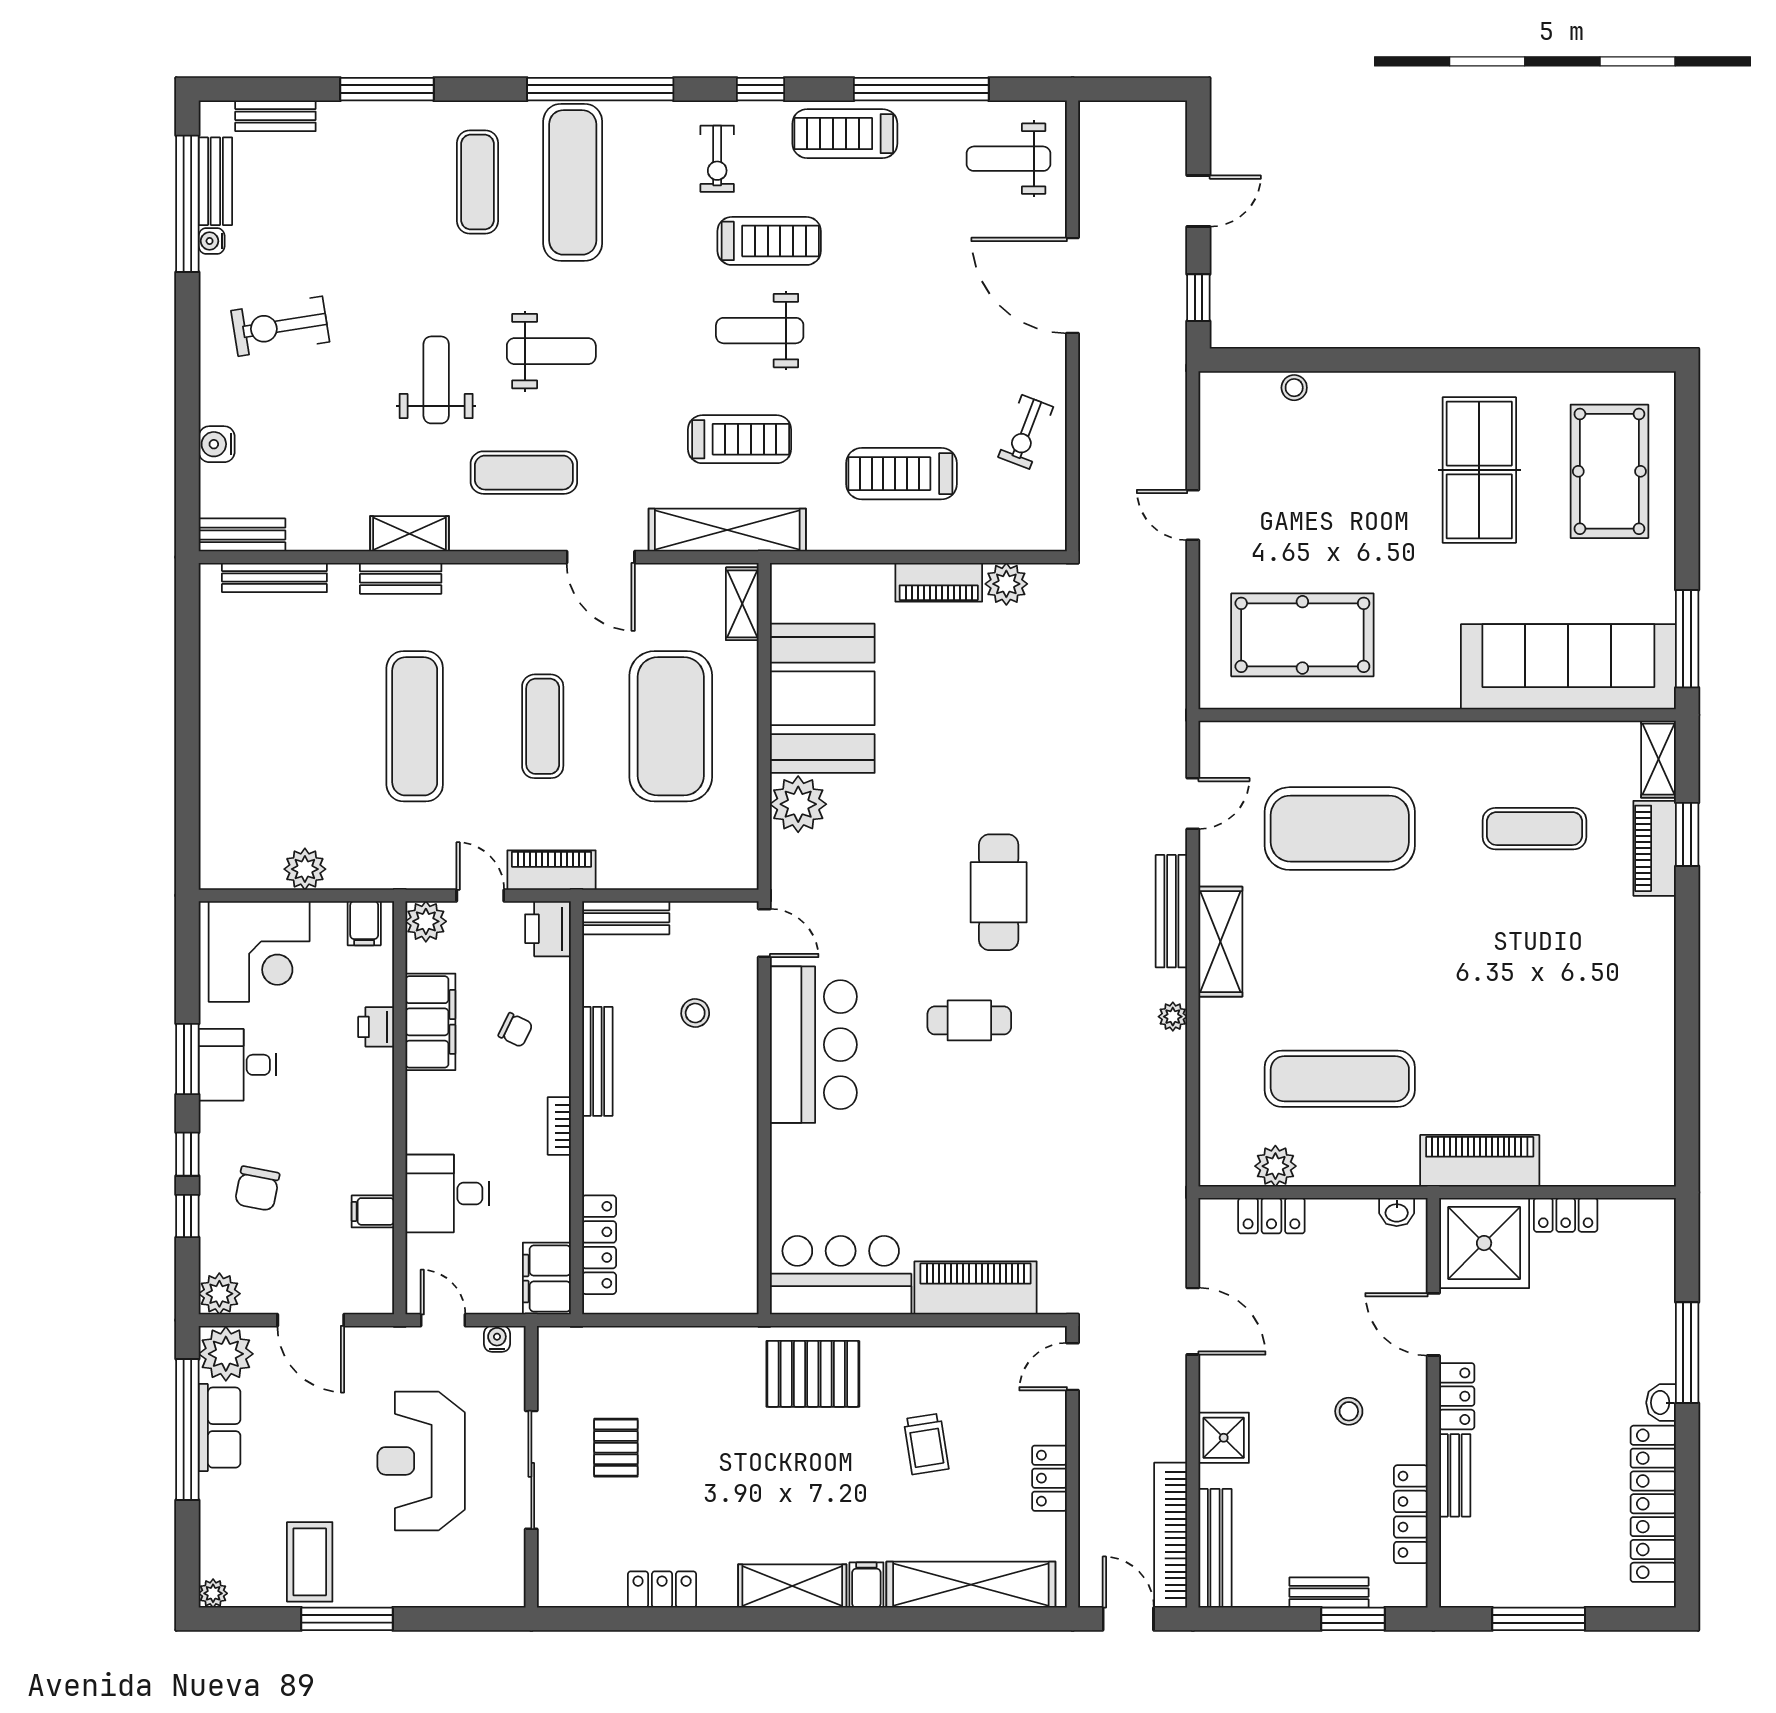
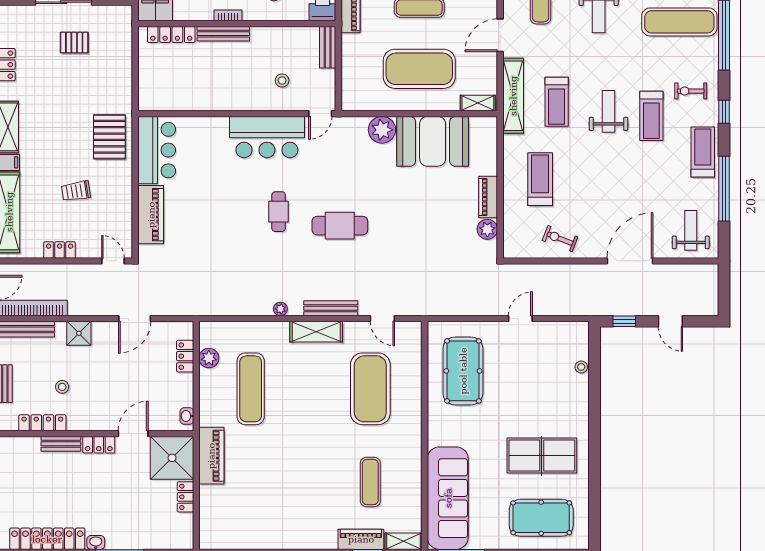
bench: (597, 1061) -> (223, 34), moved
stool: (1349, 1411) -> (62, 387), moved

